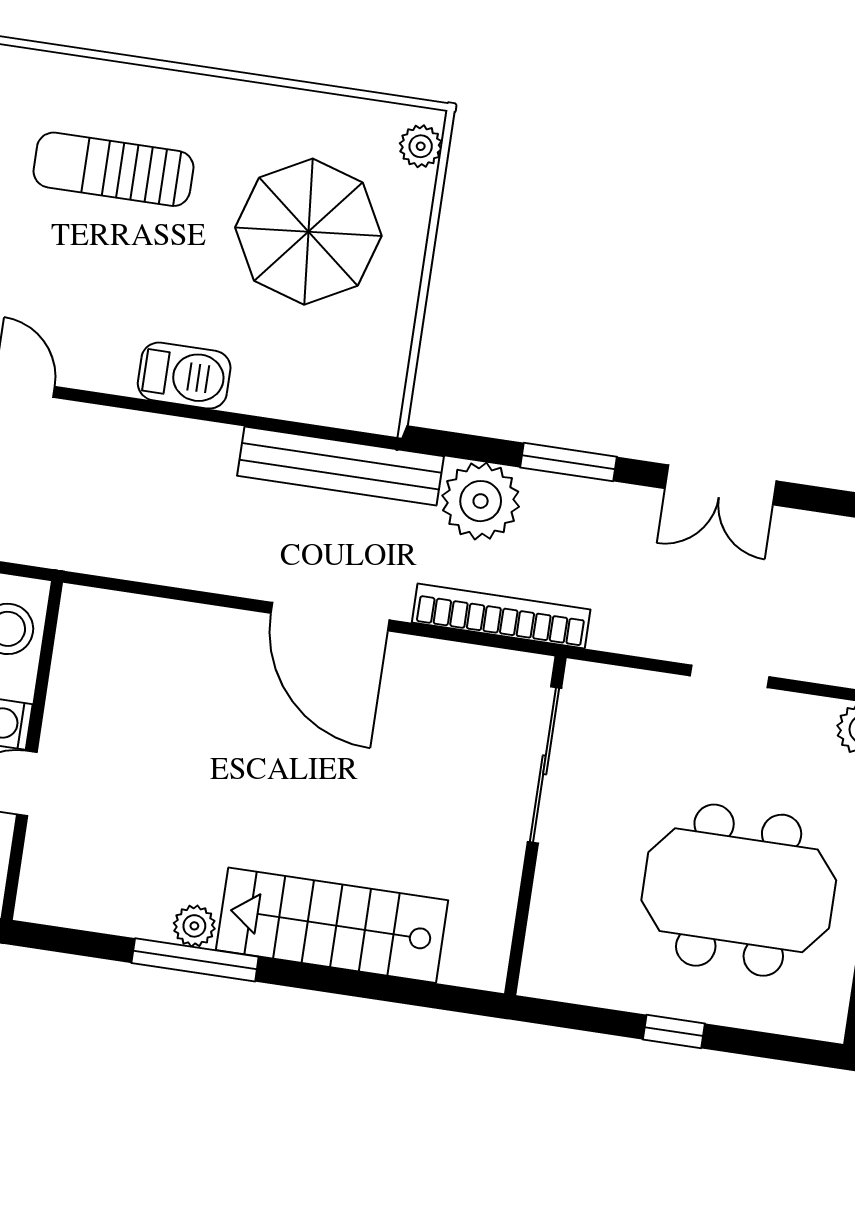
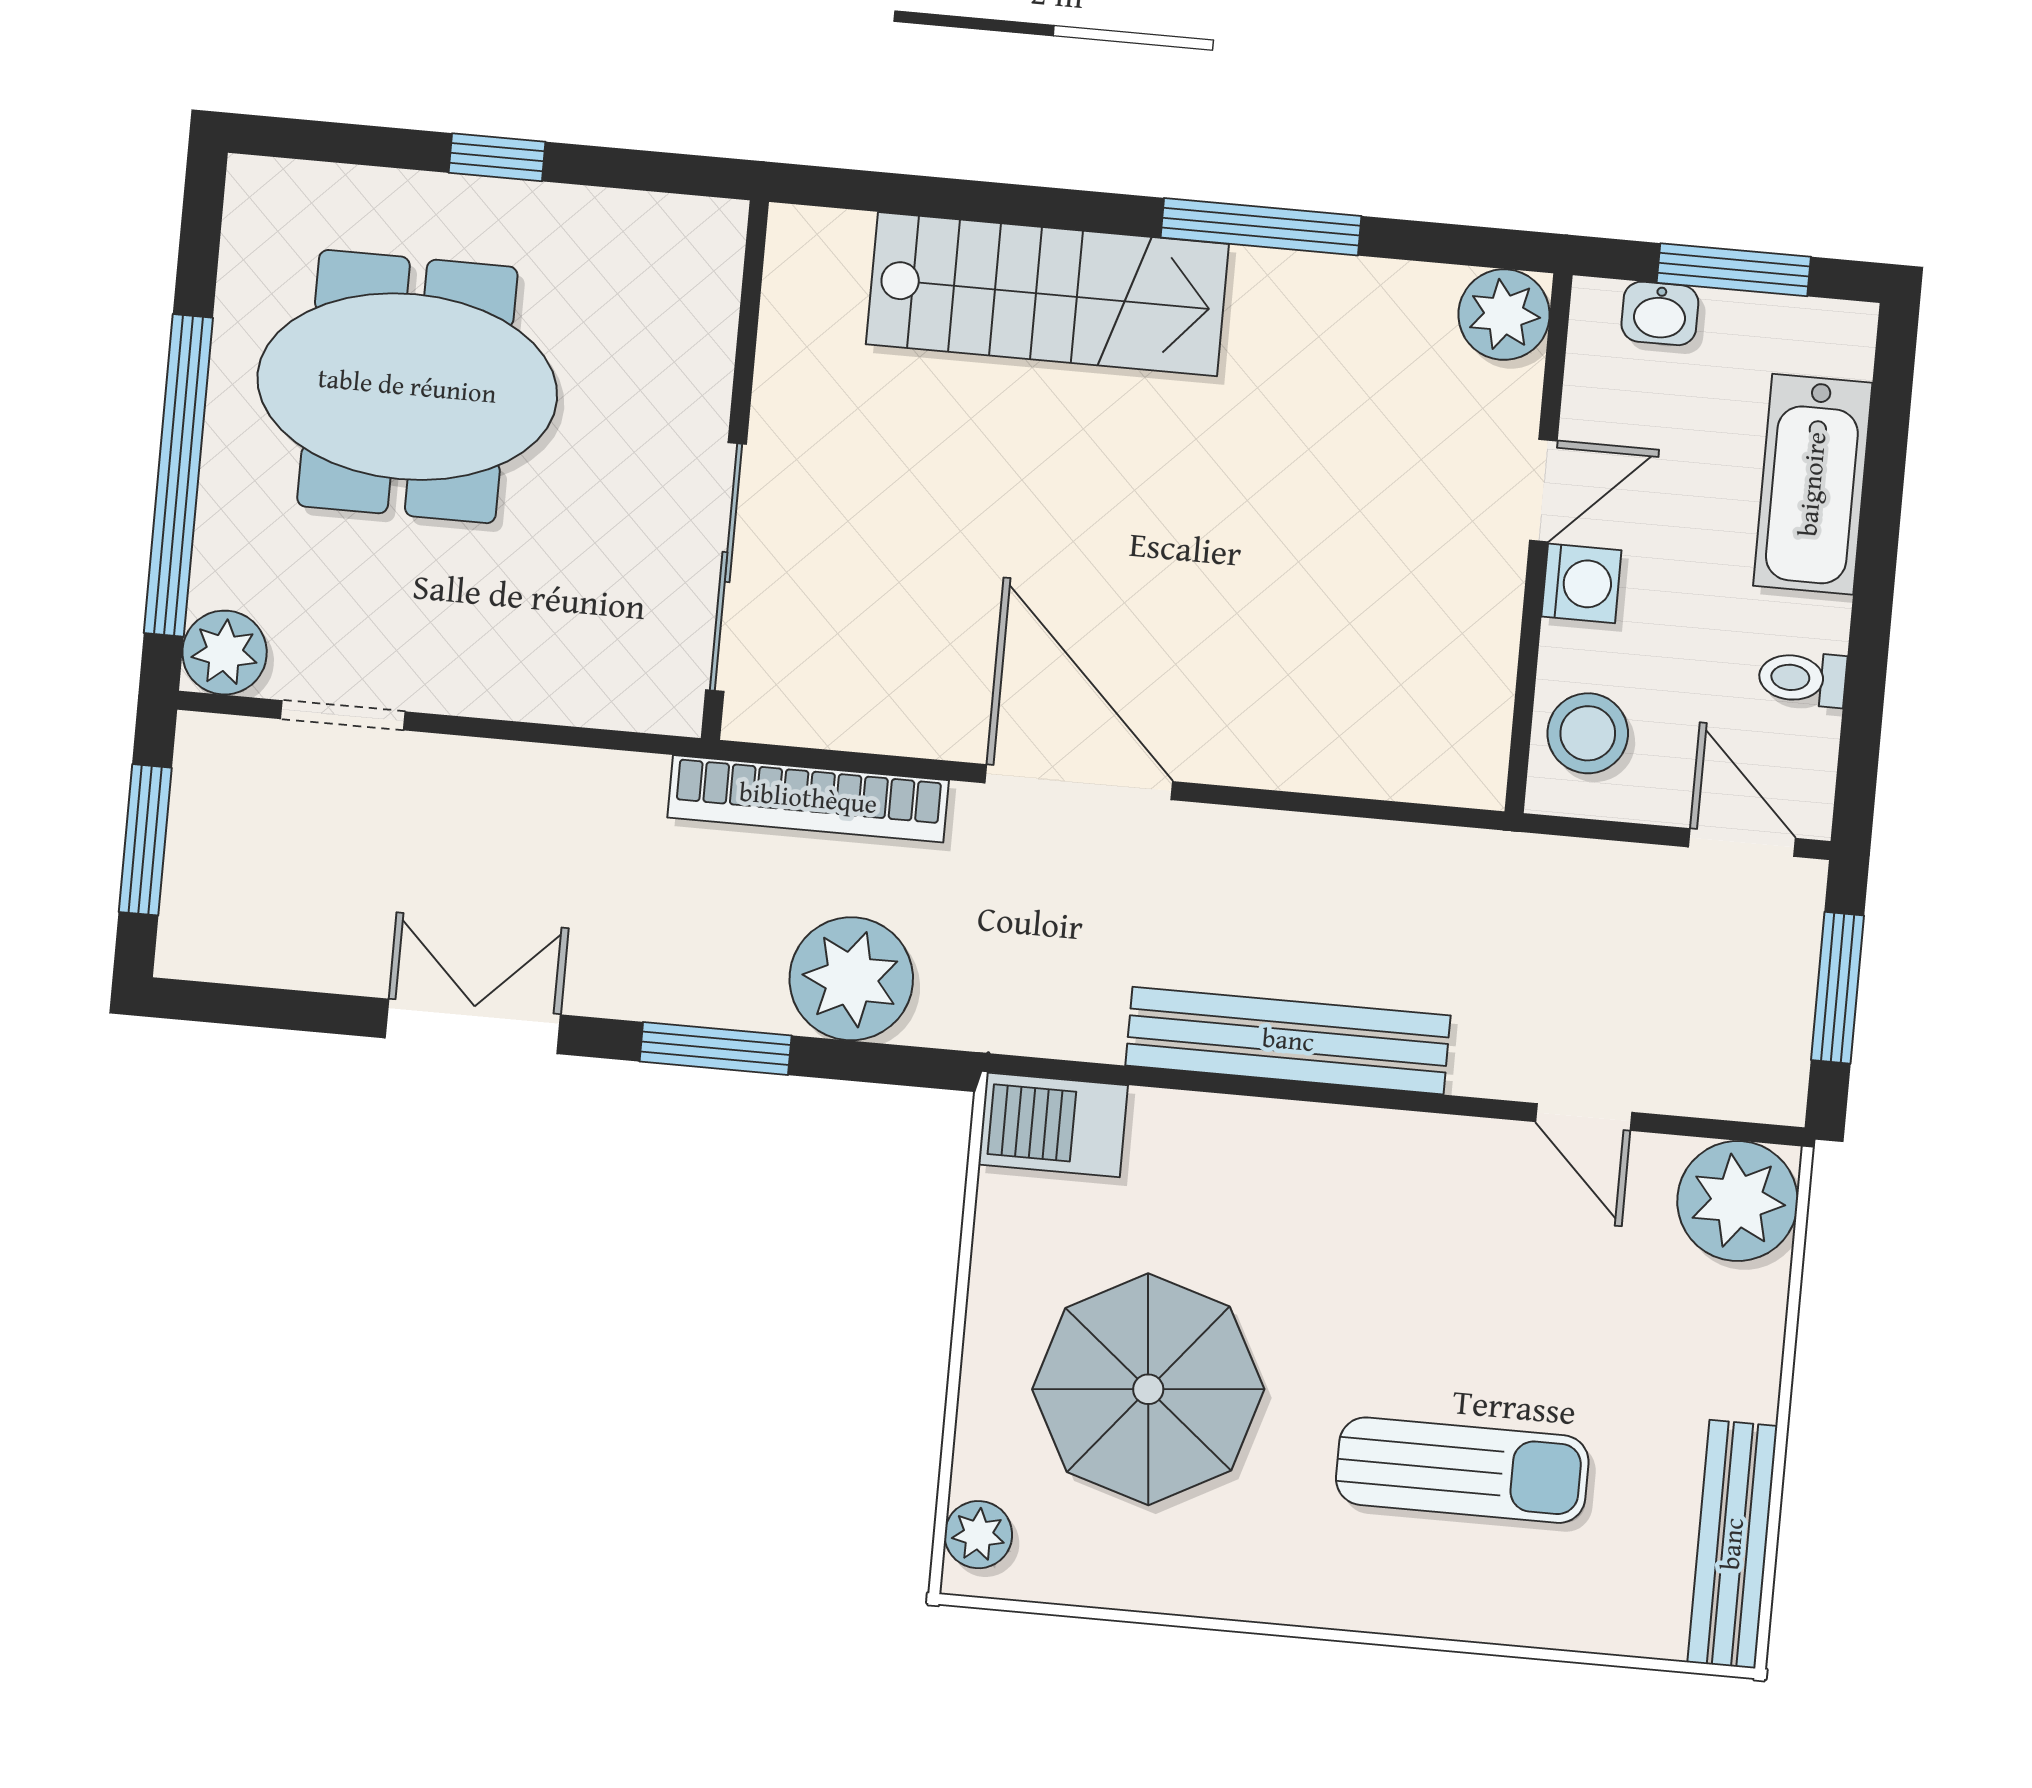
barbecue: (184, 376) -> (1053, 1125), moved
bench: (341, 466) -> (1288, 1041), moved
doorway: (730, 676) -> (343, 715), moved
plant: (194, 926) -> (1504, 315), moved, width x1.38, depth x1.38

